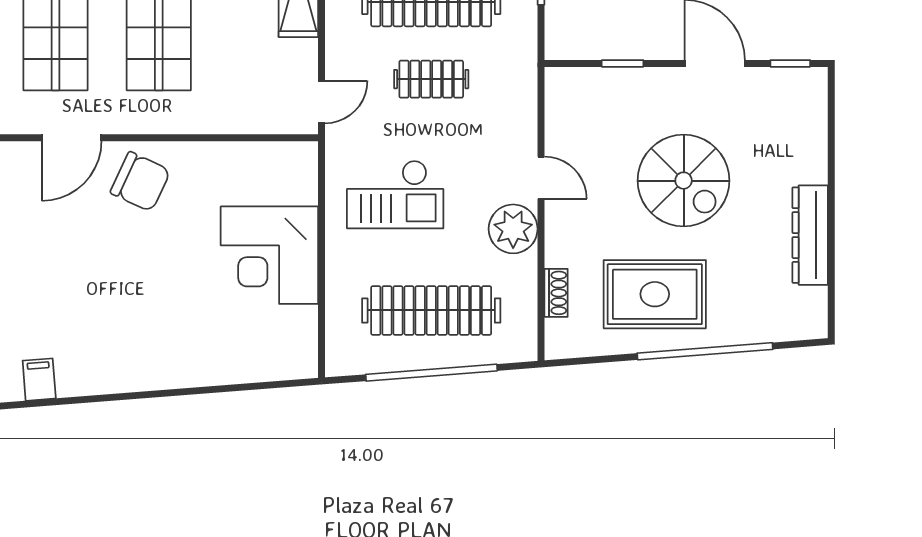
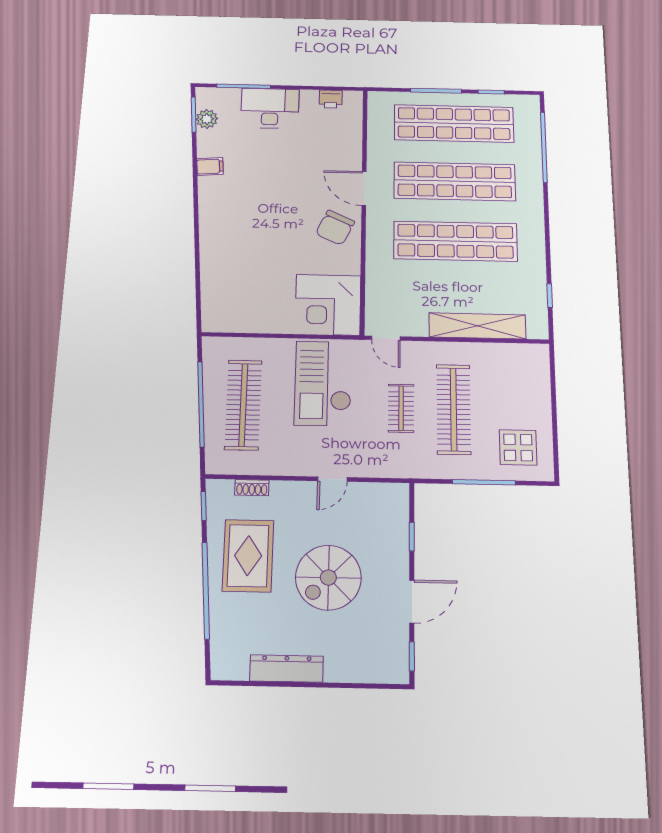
checkout: (395, 194) -> (323, 383), width x1.36, depth x1.21
plant: (513, 229) -> (297, 460), removed
corner desk: (269, 255) -> (328, 305), moved, turned -90
window: (584, 361) -> (204, 506), added

